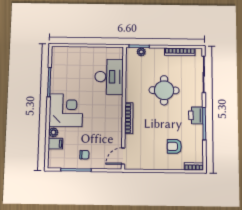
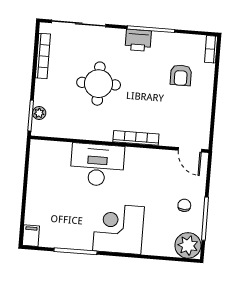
desk: (109, 77) -> (97, 165), moved
plant: (53, 132) -> (188, 245), moved, width x1.87, depth x1.87
filing cabinet: (55, 144) -> (31, 236), moved

